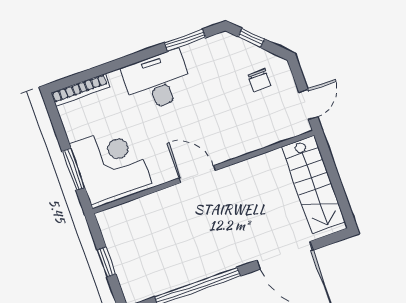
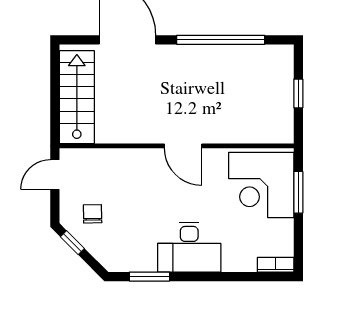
window: (251, 38) -> (72, 243), moved
bookcase: (80, 90) -> (276, 265), width x0.64

